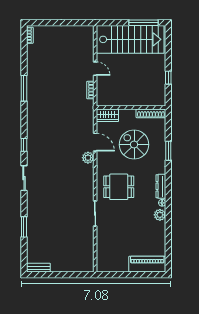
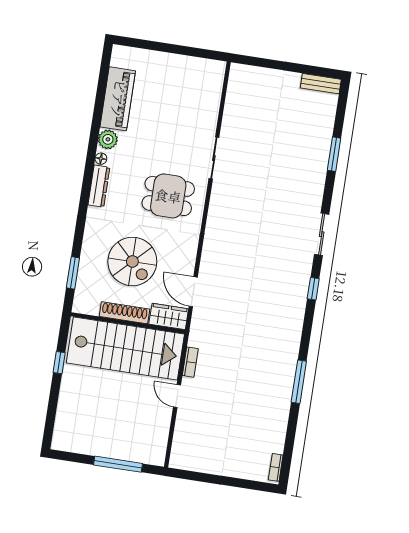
window: (143, 23) -> (118, 464), moved
stairs: (130, 39) -> (125, 348), moved, turned 180
shoe rack: (151, 113) -> (124, 313), moved
door: (95, 142) -> (193, 292), moved
window: (168, 151) -> (73, 273), moved
plant: (88, 158) -> (211, 251), removed
piano: (147, 264) -> (118, 99), moved, turned -90

